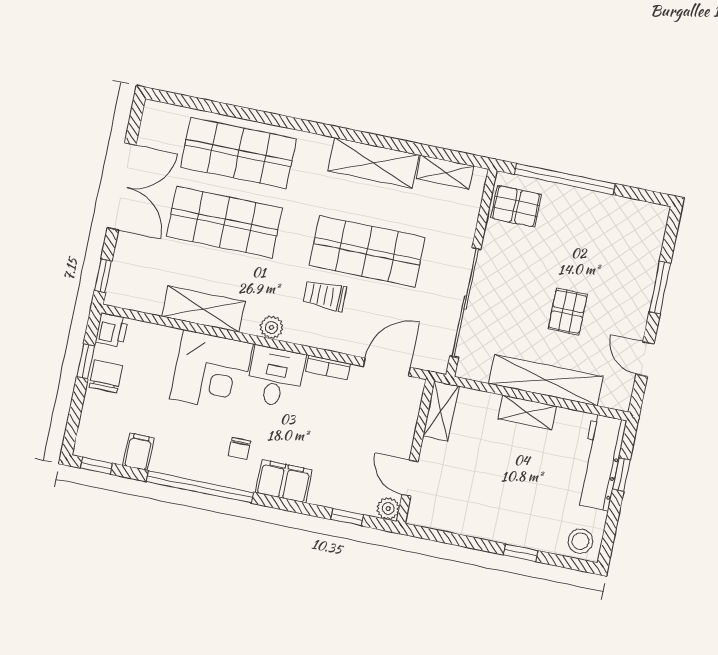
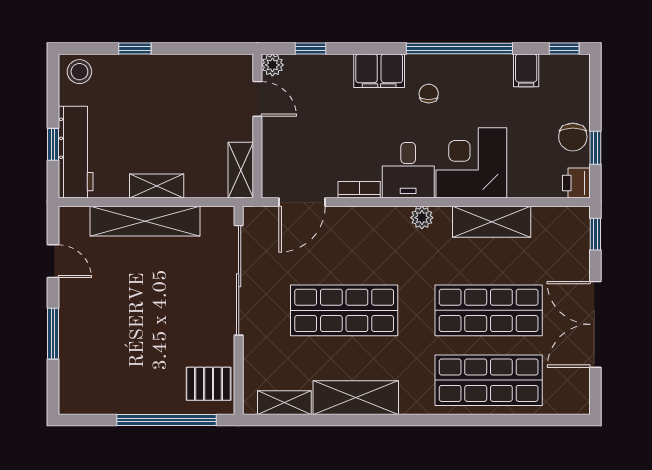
trolley: (325, 296) -> (376, 259), removed
pallet: (568, 312) -> (137, 292), removed

